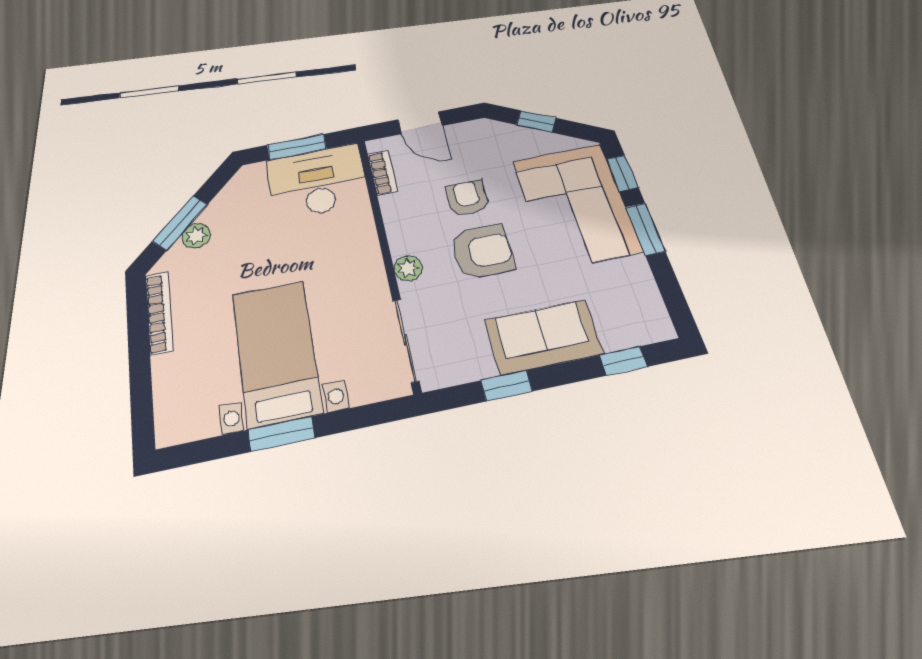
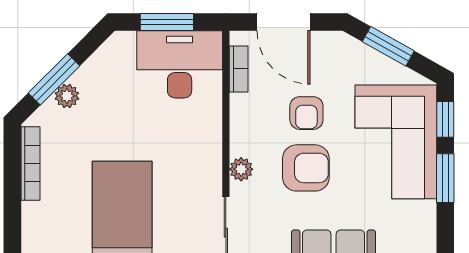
window: (536, 121) -> (388, 46), width x1.50
door: (420, 123) -> (284, 22), width x1.38
armchair: (468, 198) -> (306, 113), turned 180

